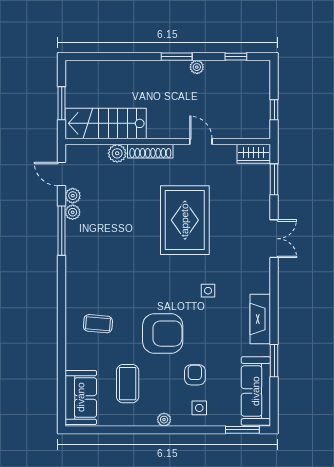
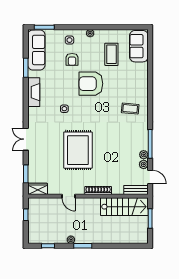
bench: (86, 152) -> (136, 190), added
plant: (117, 153) -> (118, 189), removed
coffee table: (98, 324) -> (130, 109), moved

